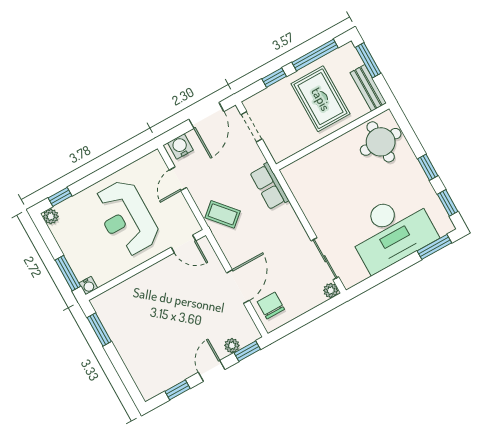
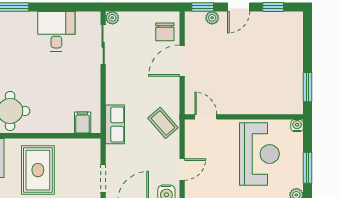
filing cabinet: (302, 170) -> (83, 123), added
reception desk: (126, 218) -> (259, 154), moved
desk: (391, 231) -> (56, 31), width x0.53, depth x0.77
window: (68, 273) -> (308, 168), moved

